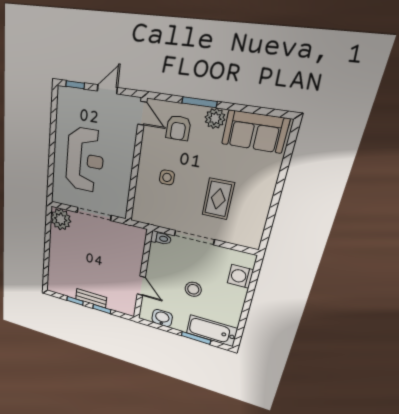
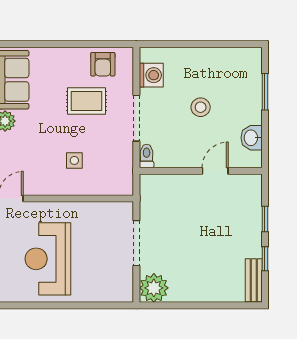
armchair: (178, 128) -> (103, 64), moved, turned 90
reception desk: (85, 160) -> (48, 259), moved, turned -90
washing machine: (240, 276) -> (151, 75), moved, turned -90
bench: (91, 298) -> (254, 280), moved
bathtub: (212, 331) -> (249, 76), removed

